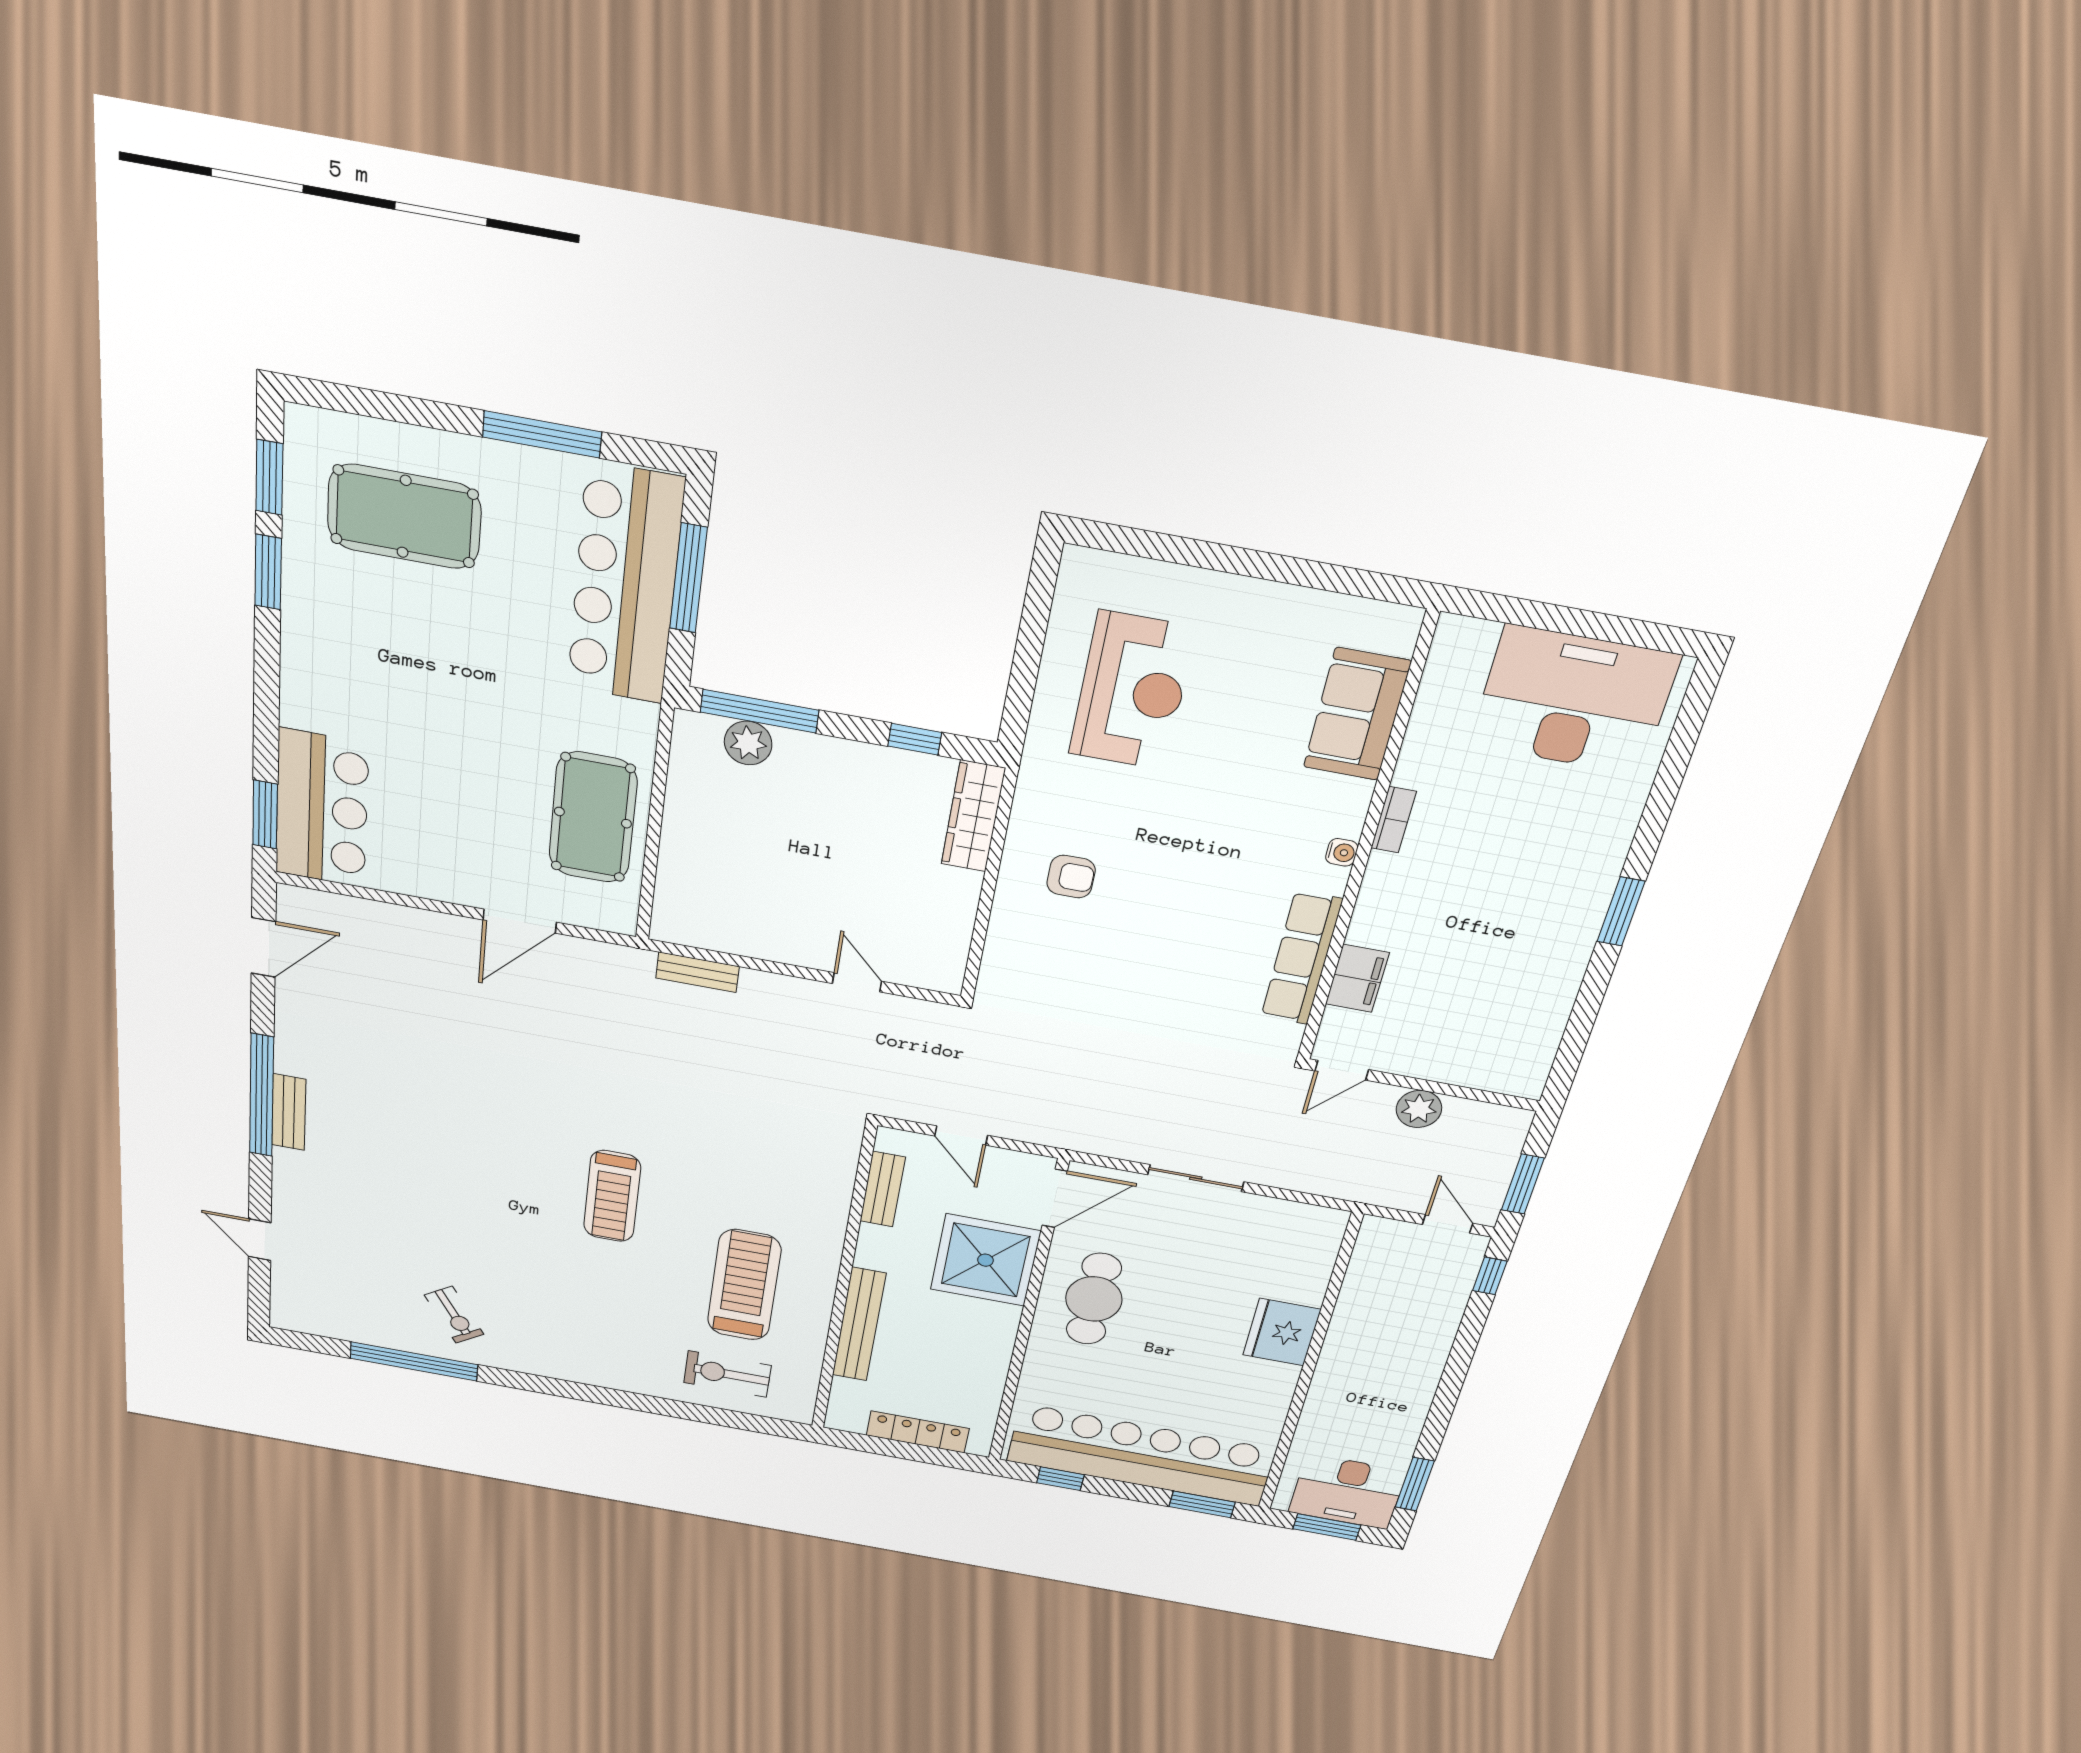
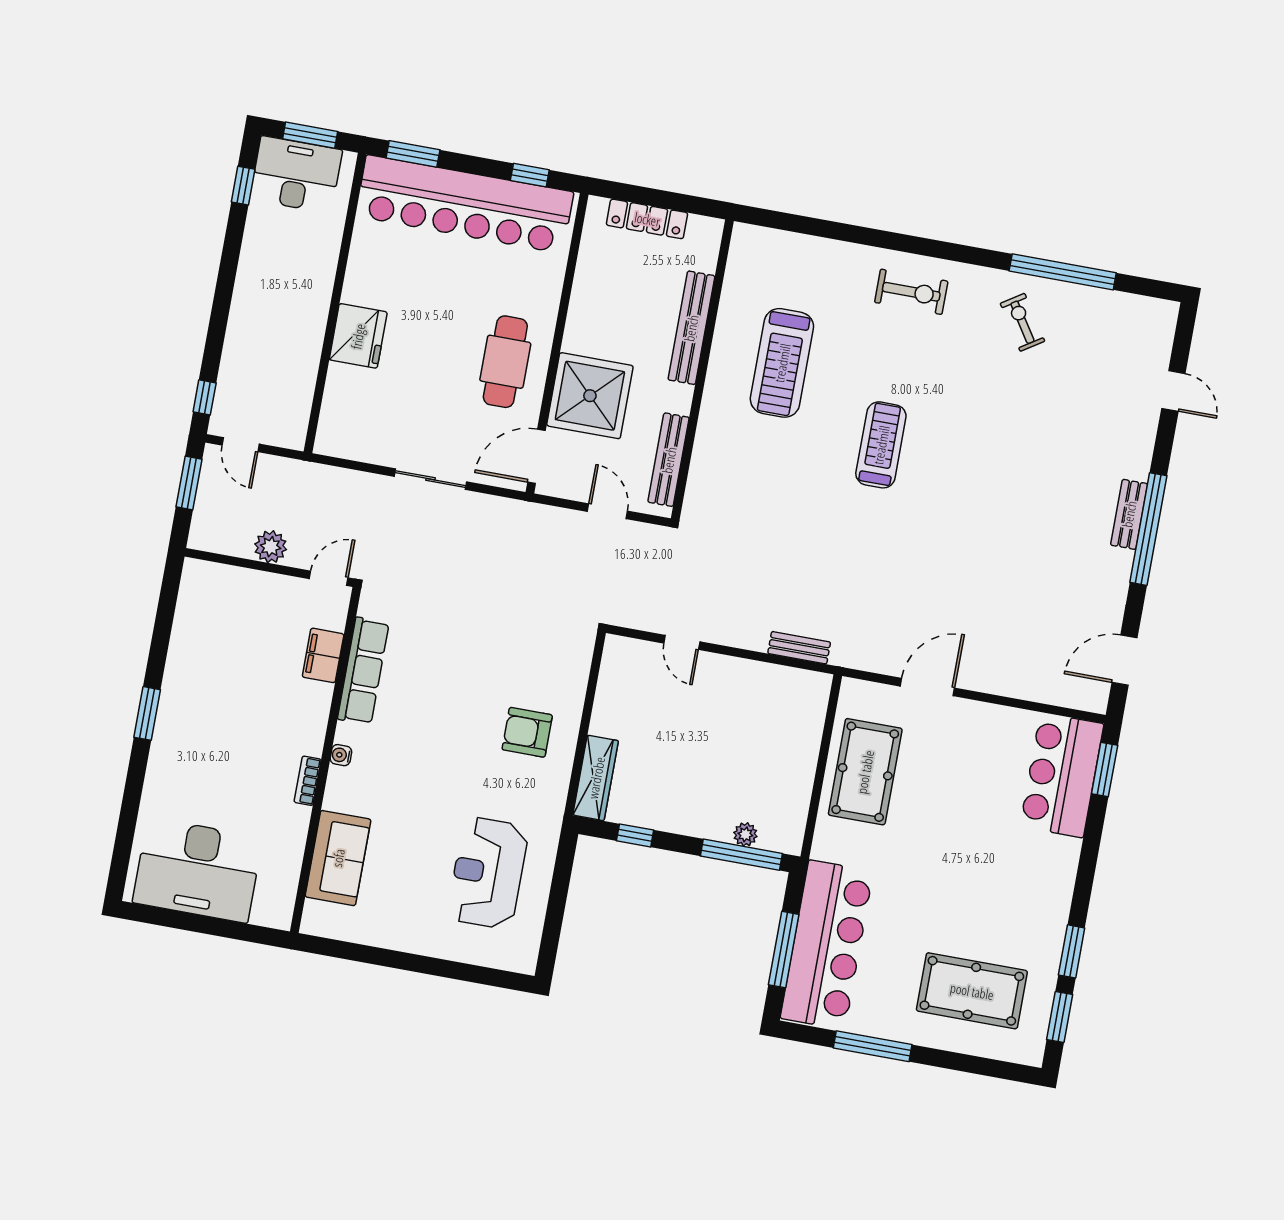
plant: (748, 743) -> (745, 834), width x0.73, depth x0.73
armchair: (1071, 877) -> (527, 732), width x1.38, depth x1.38
bench: (883, 1189) -> (669, 460), width x1.36
exercise bike: (727, 1374) -> (911, 292), moved
window: (1415, 1484) -> (243, 186), width x0.67

